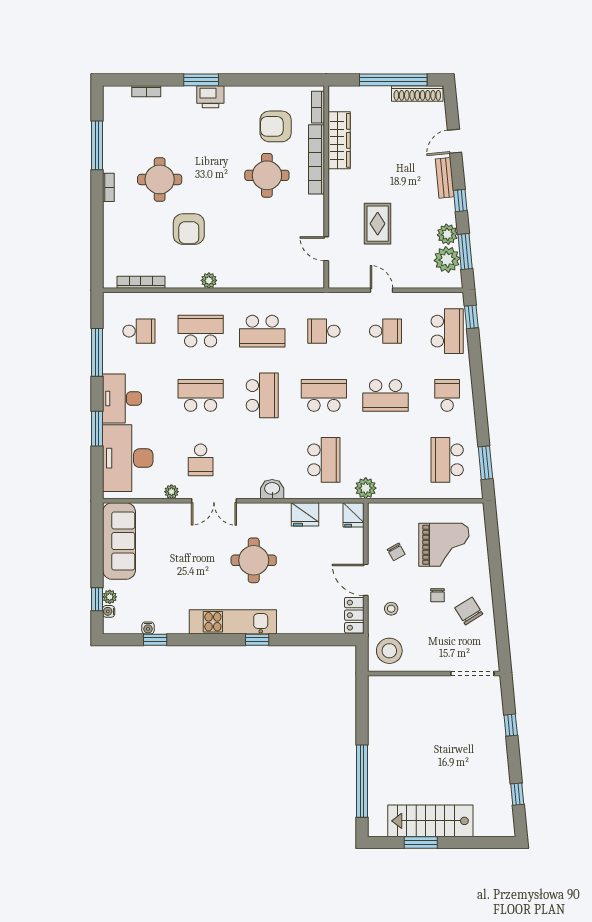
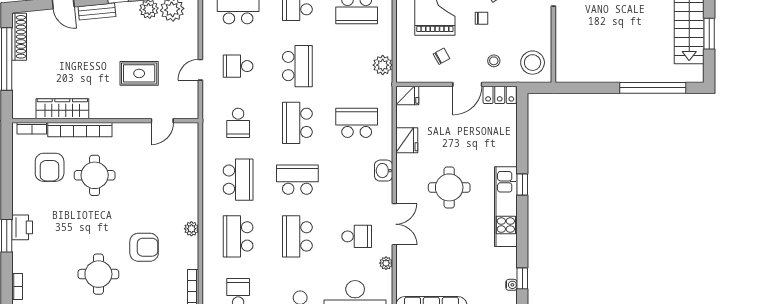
school desk: (386, 331) -> (238, 66), turned -90
plant: (366, 488) -> (383, 65), moved

